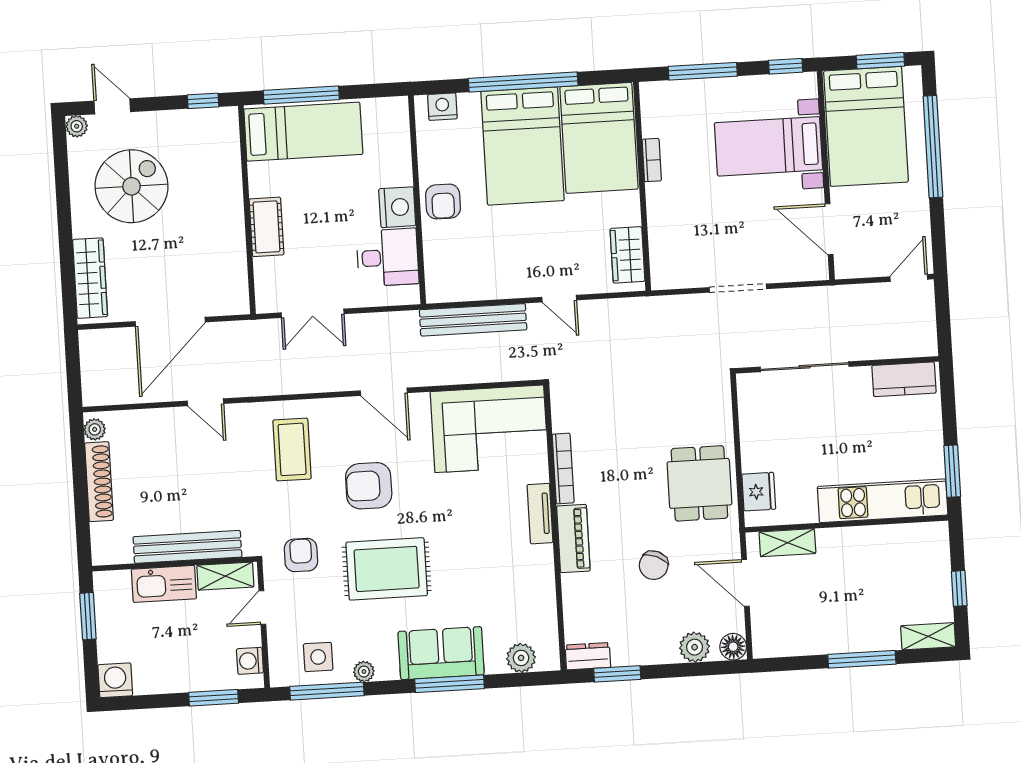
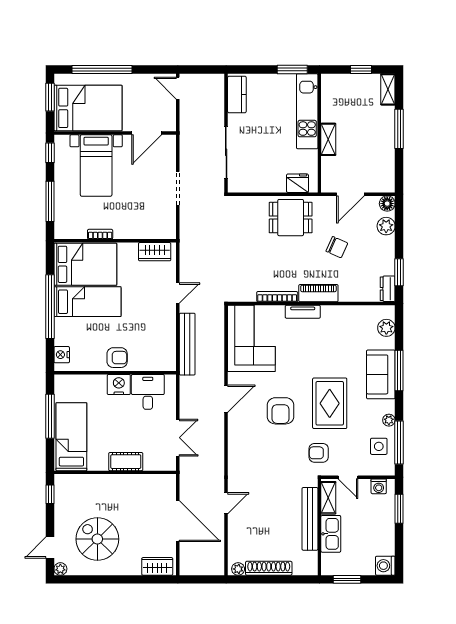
window: (301, 95) -> (50, 416), moved
bed: (522, 146) -> (87, 302), width x0.67
wardrobe: (90, 278) -> (157, 566), width x0.67
coffee table: (292, 449) -> (257, 454), removed
shelving: (787, 543) -> (328, 139), moved

